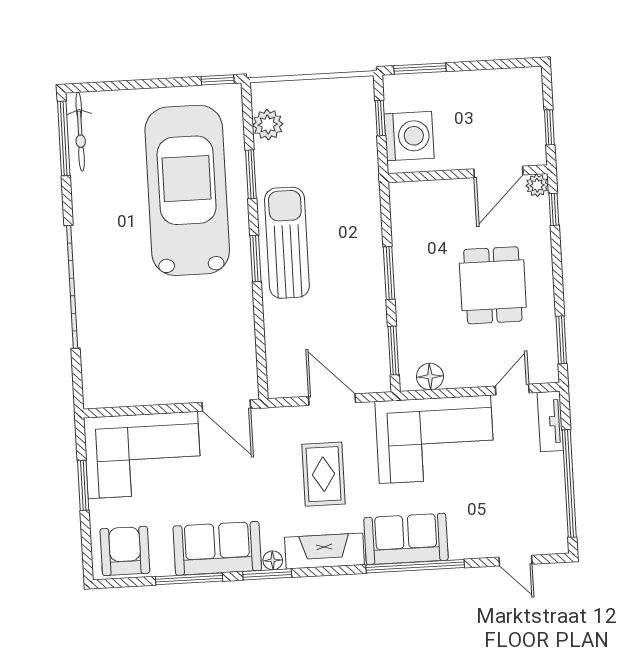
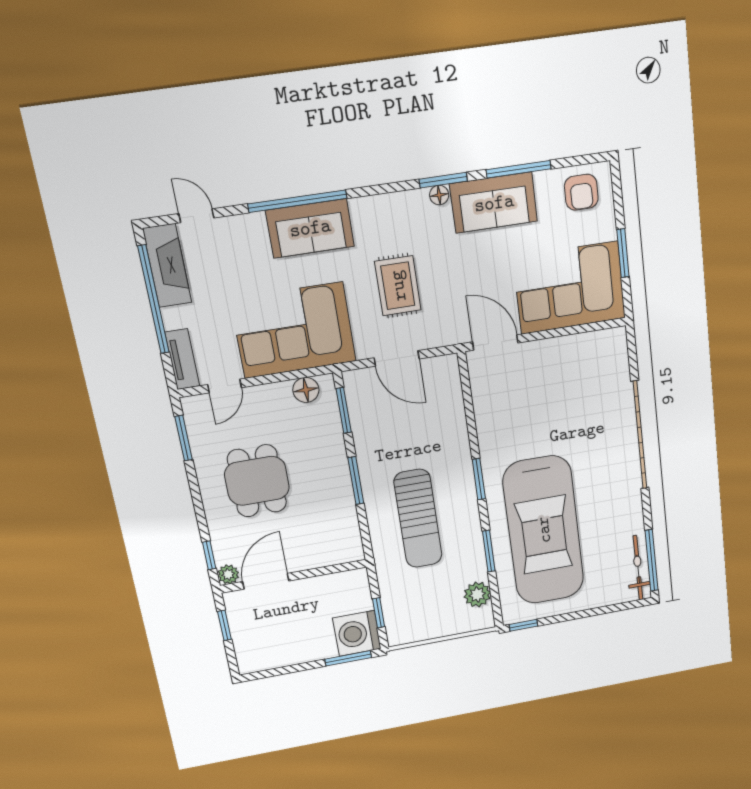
washing machine: (409, 136) -> (357, 633), moved
sun lounger: (287, 243) -> (418, 519), moved
armchair: (125, 551) -> (581, 192), width x0.72, depth x0.72
fireplace: (324, 551) -> (167, 266), moved, turned -90

